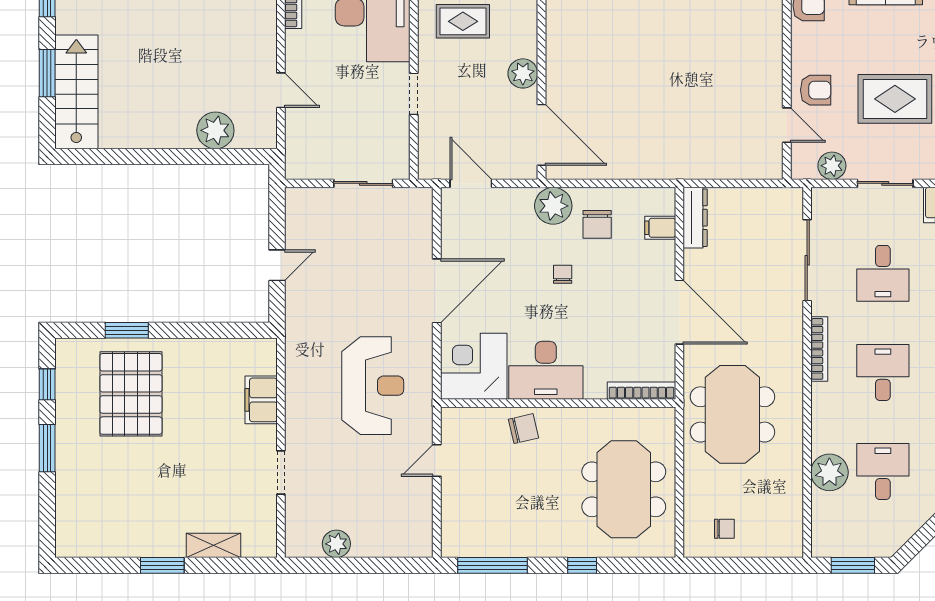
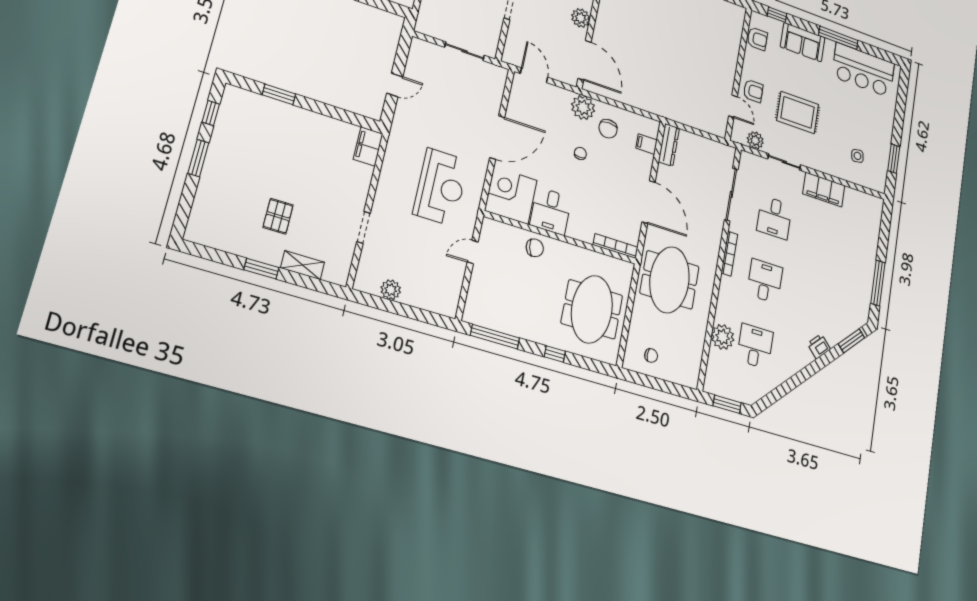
desk: (546, 370) -> (551, 211), width x0.73
pallet: (131, 394) -> (278, 216), moved, width x0.49, depth x0.50
filing cabinet: (261, 400) -> (368, 146), moved

